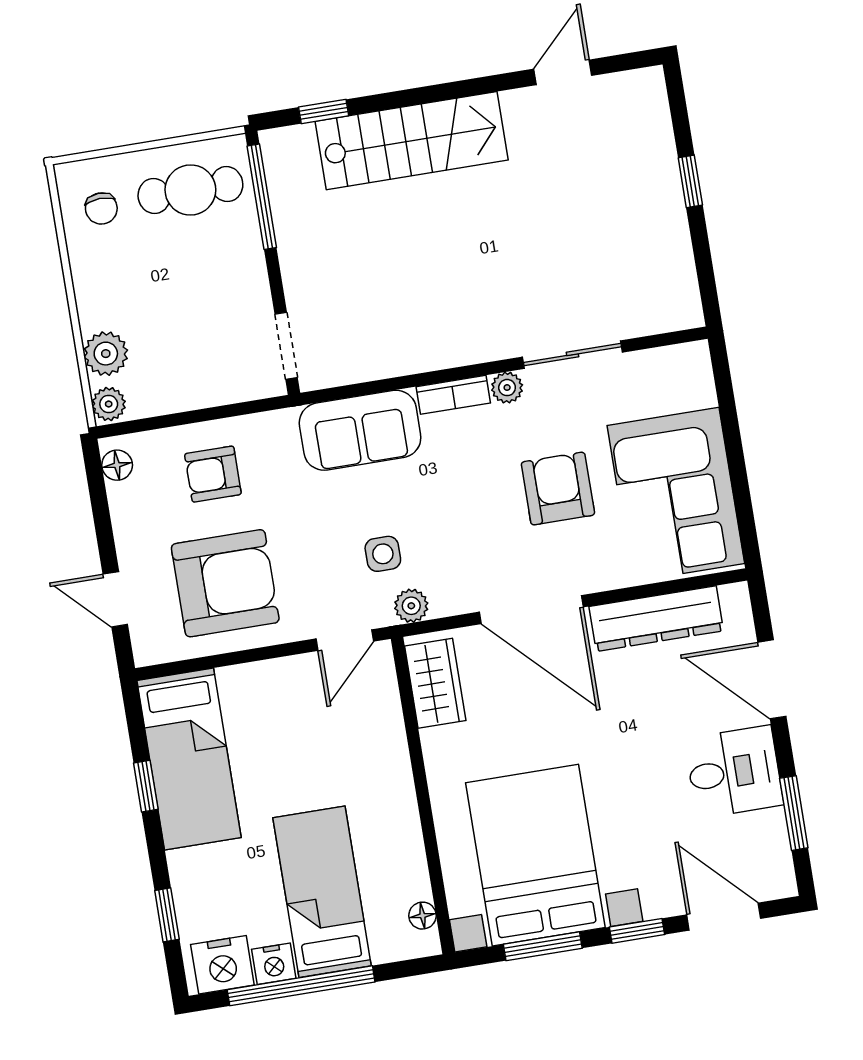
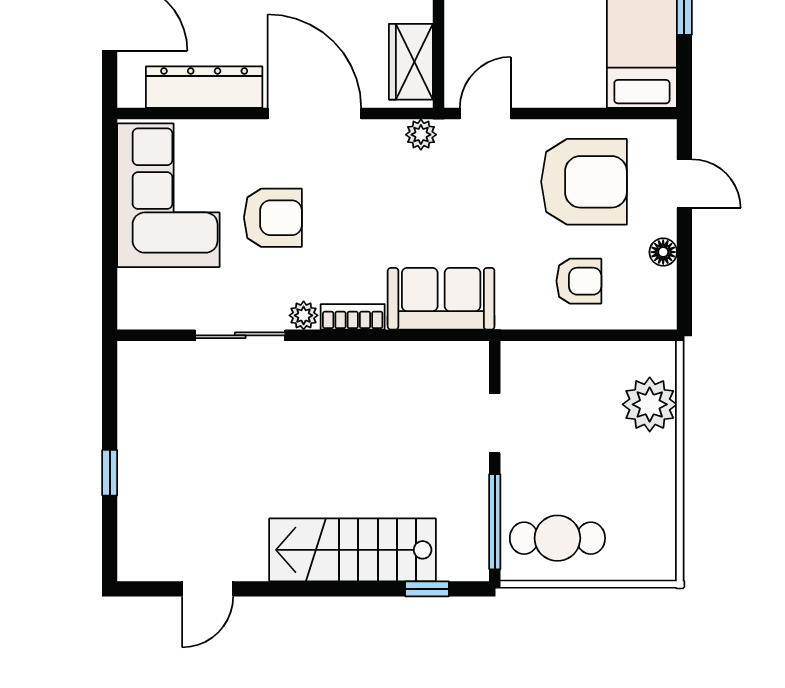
chair: (101, 208) -> (640, 535), removed
doorway: (286, 346) -> (495, 423), moved
plant: (106, 354) -> (650, 404), width x1.36, depth x1.36
plant: (109, 404) -> (662, 359), removed
floor lamp: (117, 465) -> (663, 252), moved
armchair: (558, 489) -> (273, 218), turned -90
side table: (383, 554) -> (439, 185), removed
armchair: (225, 583) -> (584, 182), turned 180

